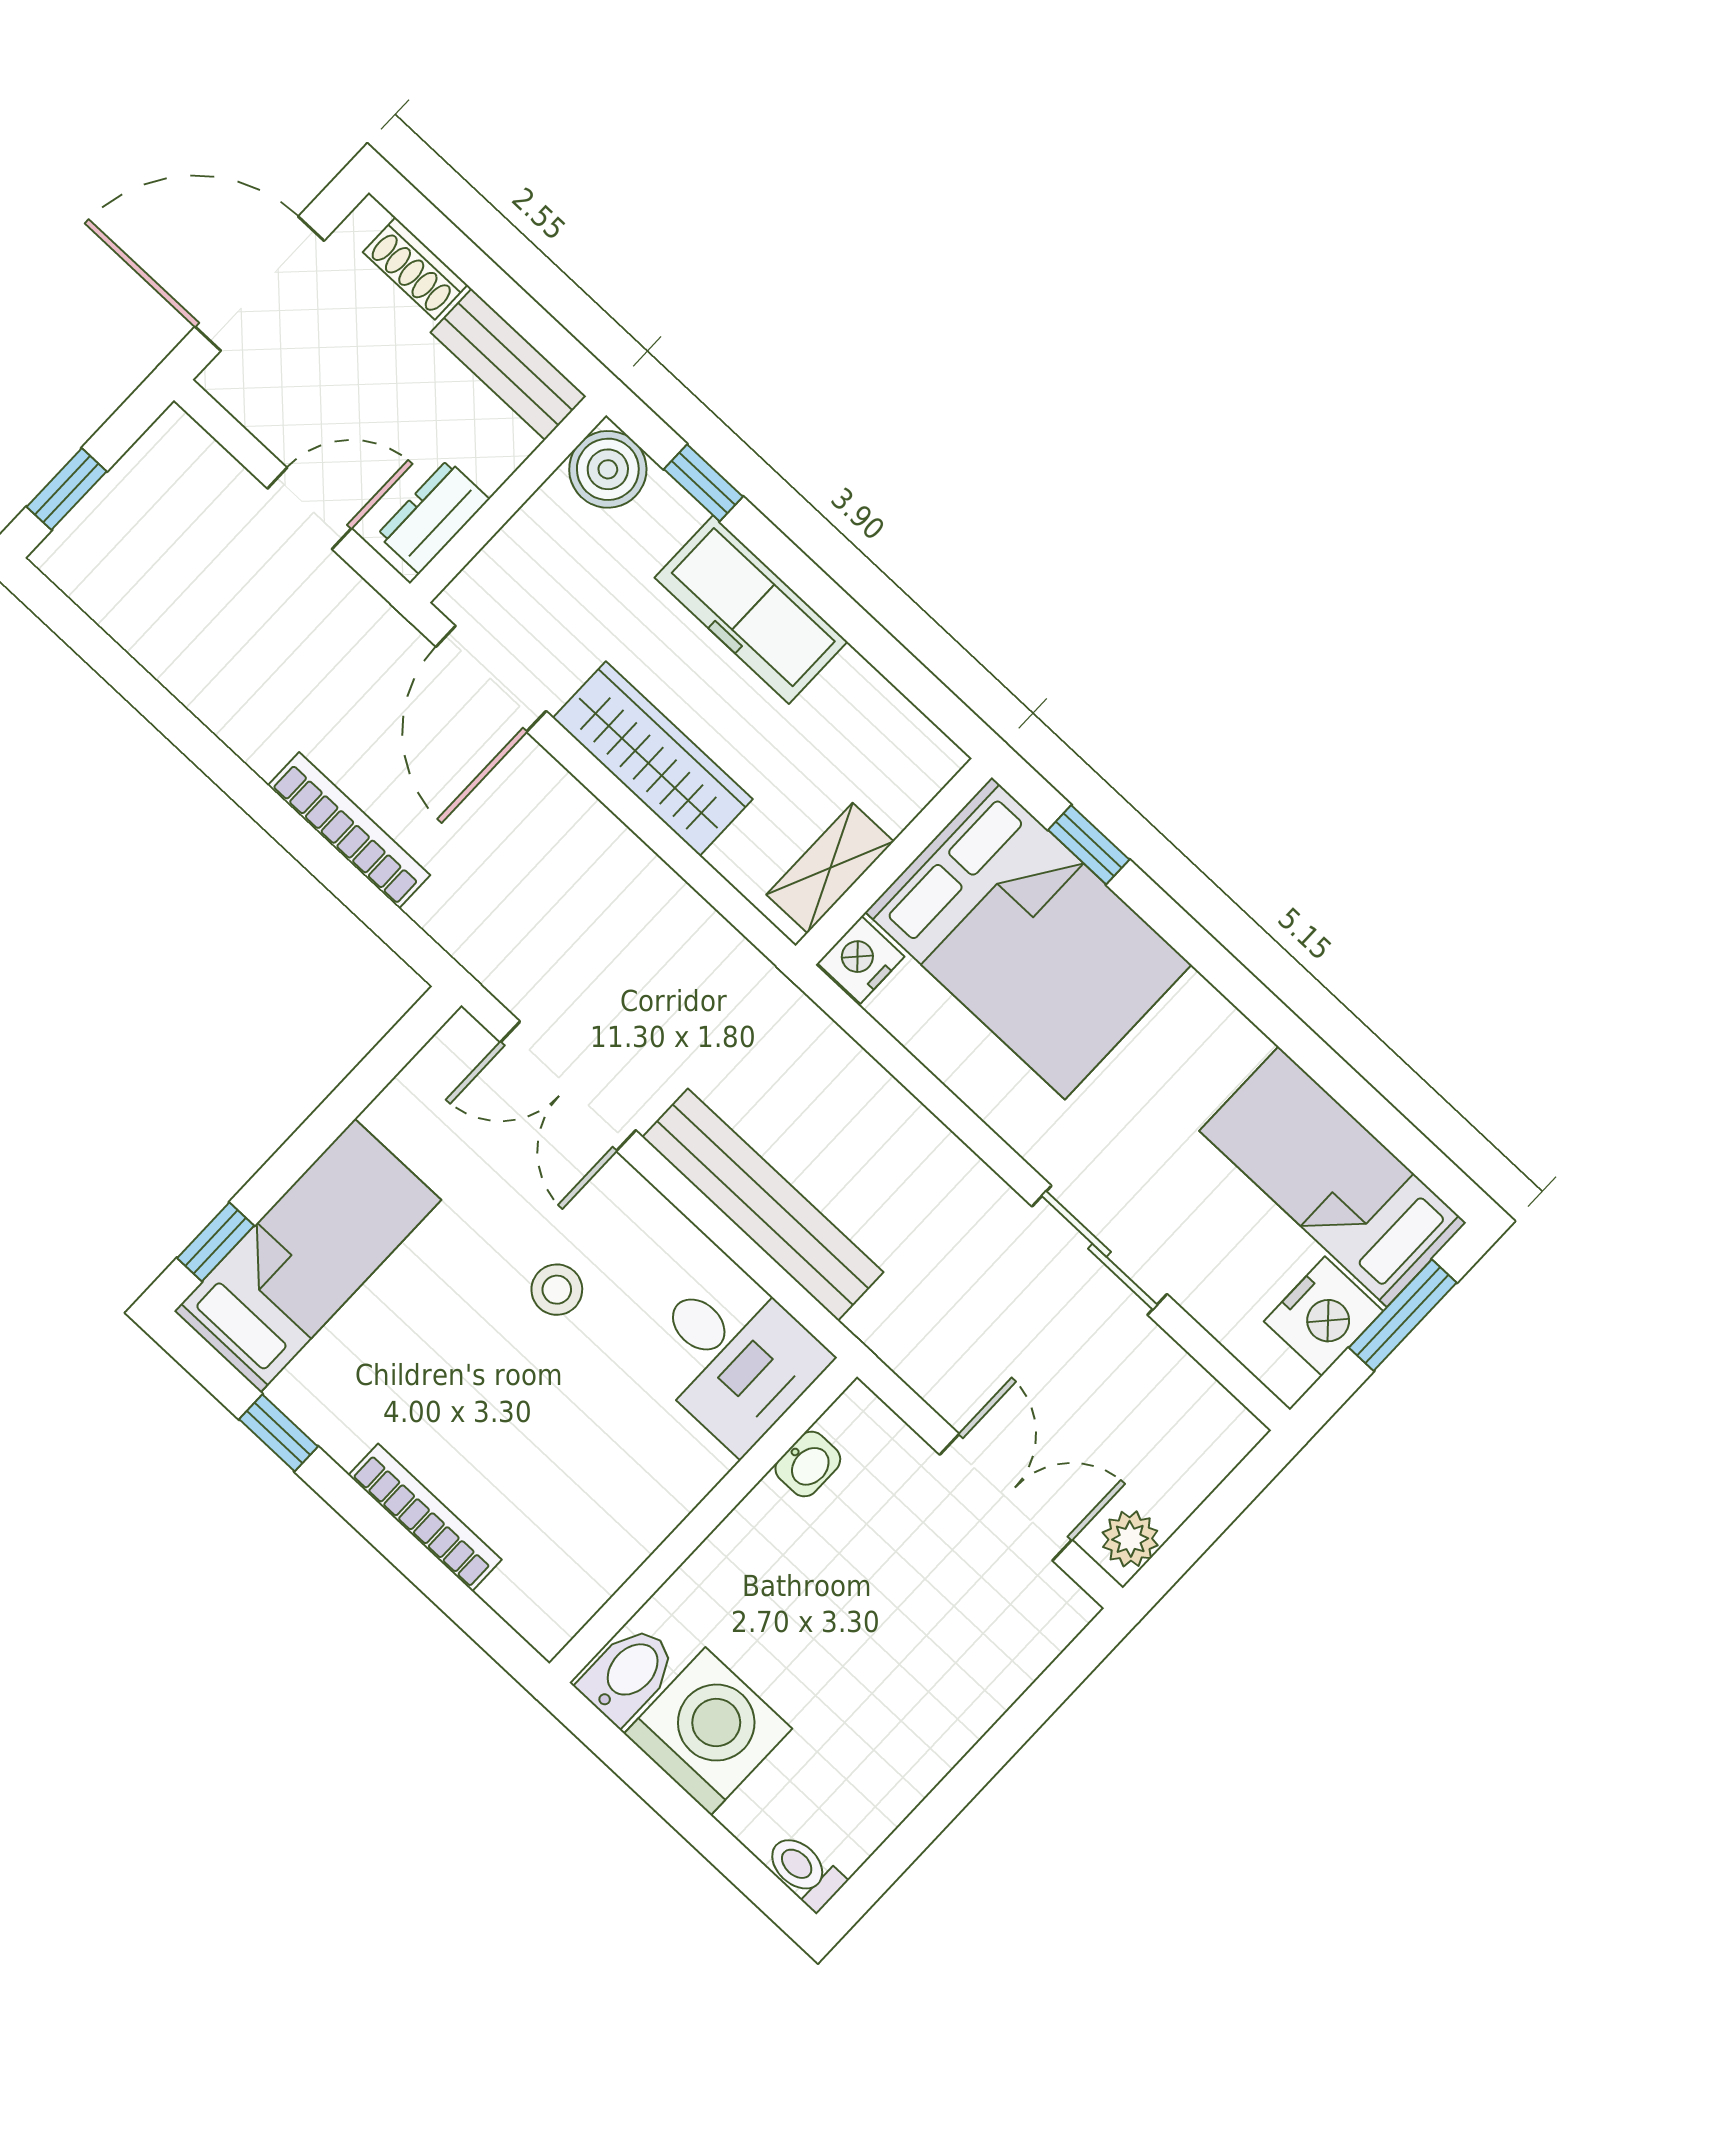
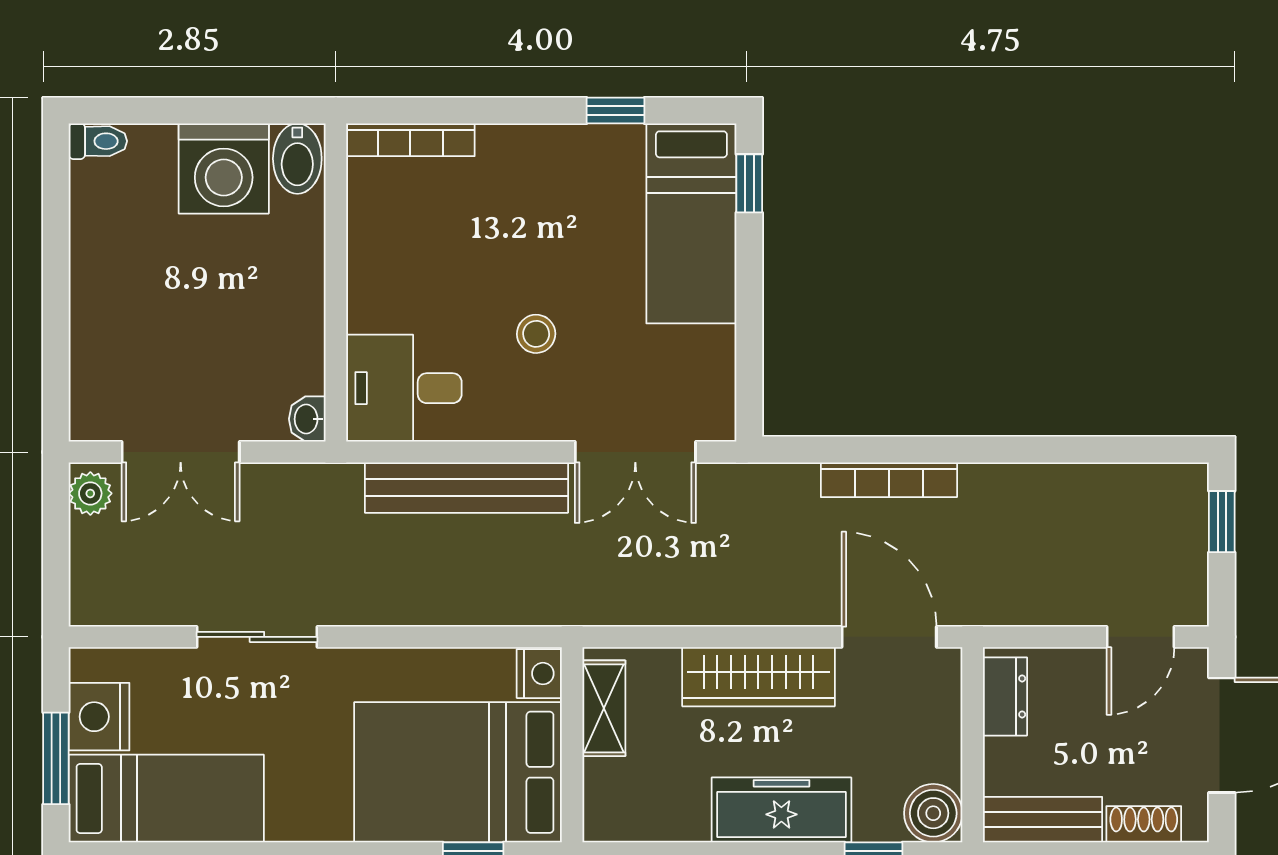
door: (310, 508) -> (1140, 637), moved
double door: (568, 1086) -> (635, 452), swing flipped
washbasin: (808, 1464) -> (307, 419), moved
bookcase: (425, 1517) -> (410, 140), moved

